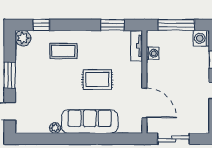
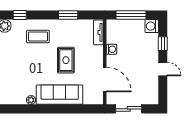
window: (113, 25) -> (68, 15), moved
washing machine: (153, 53) -> (111, 49), moved
rug: (97, 80) -> (66, 60), turned 90

